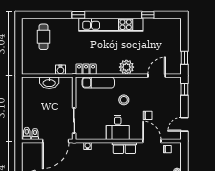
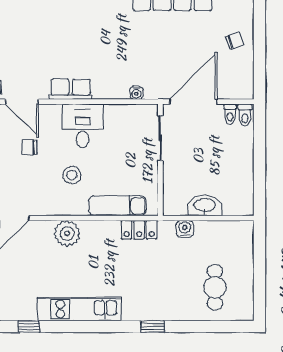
kitchen unit: (111, 25) -> (79, 309), width x0.73

